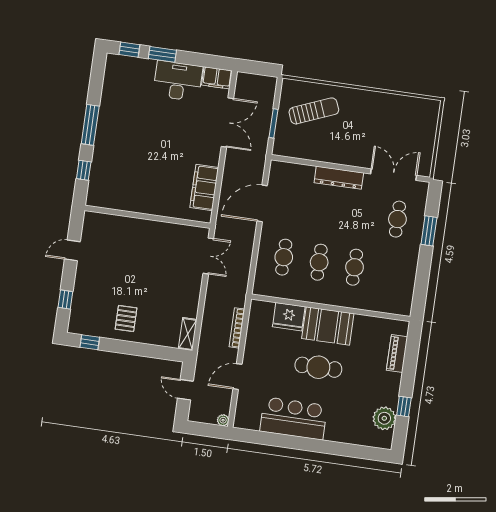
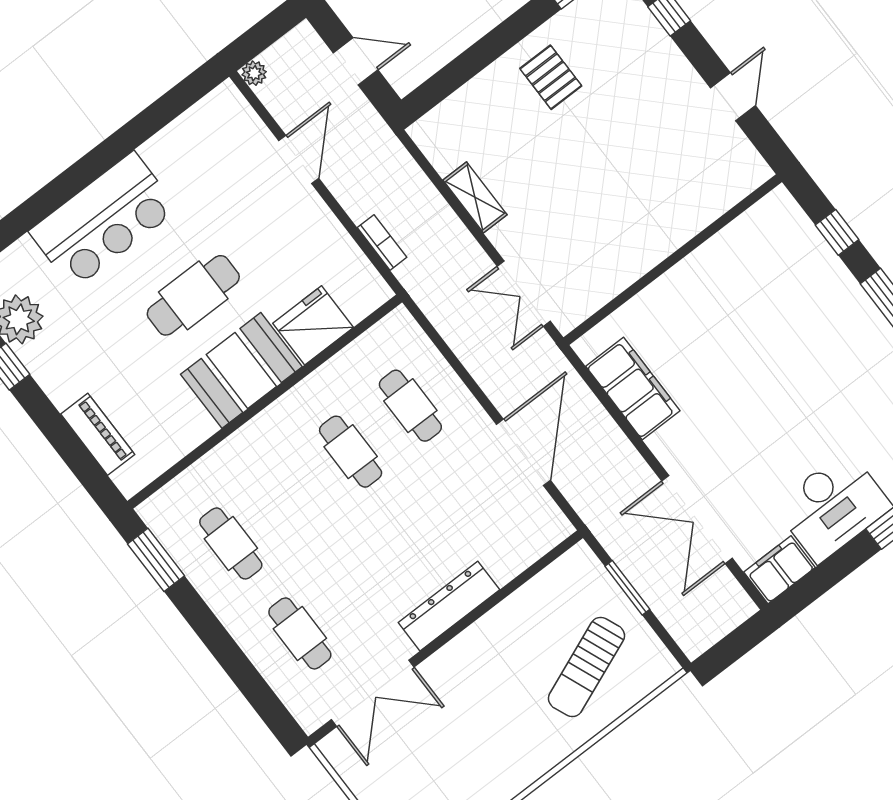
window: (429, 231) -> (156, 560), moved
cafe table: (355, 267) -> (231, 543), moved
bookcase: (237, 328) -> (382, 242), width x0.64
shelving: (188, 334) -> (475, 197), moved
bar counter: (294, 418) -> (104, 220), moved

